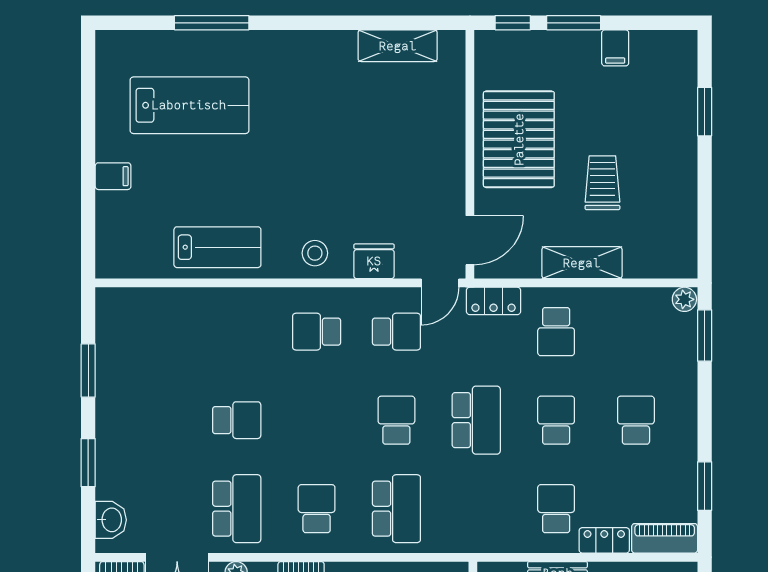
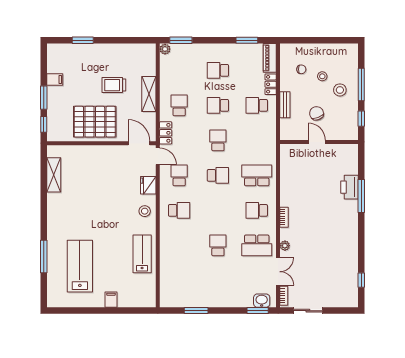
school desk: (317, 332) -> (179, 210), turned -90
school desk: (556, 332) -> (179, 105), turned -90
school desk: (396, 420) -> (218, 175), turned 180
school desk: (476, 420) -> (218, 140), width x0.54
window: (88, 463) -> (258, 311), moved
school desk: (237, 509) -> (257, 245), turned 180

